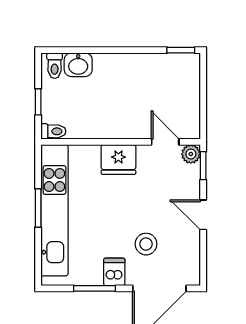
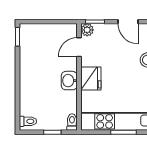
washbasin: (78, 65) -> (69, 81), moved, turned 180
door: (203, 215) -> (128, 22), hinge flipped

